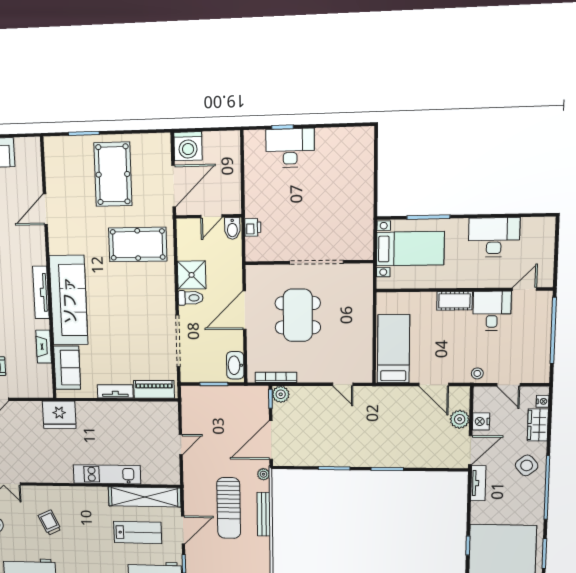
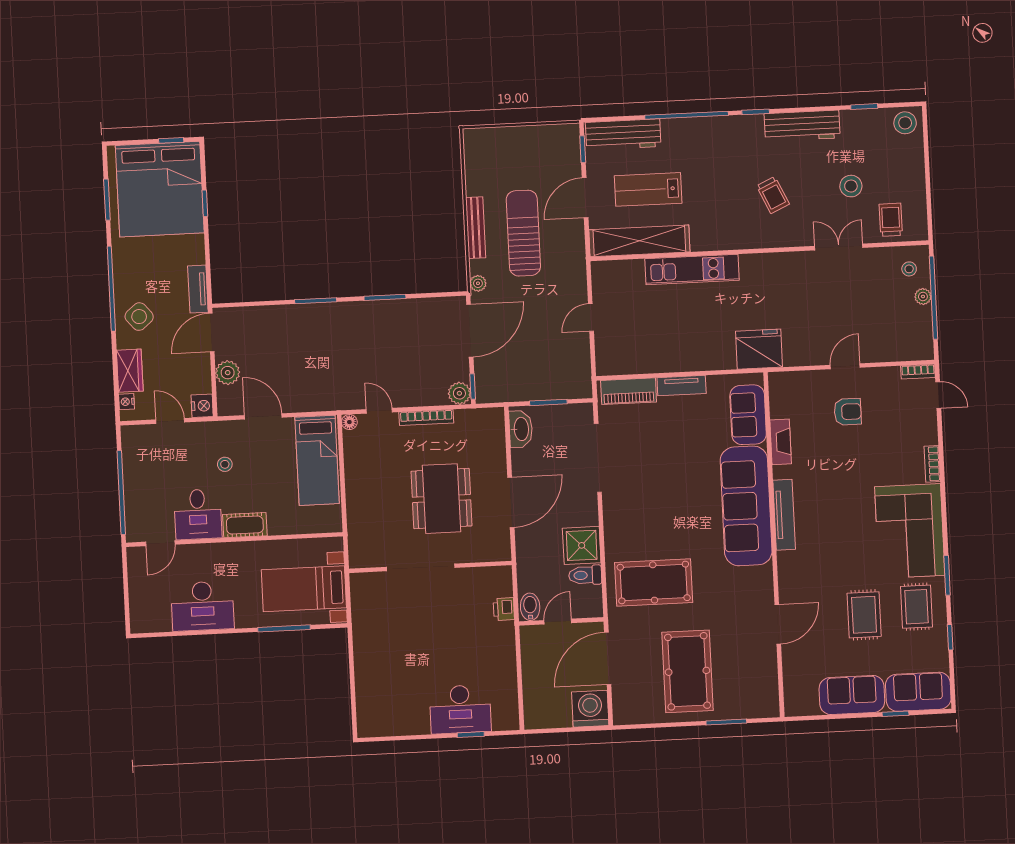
toilet: (191, 298) -> (585, 575), moved
stool: (477, 373) -> (225, 464), moved
bookcase: (276, 377) -> (426, 418), moved
floor lamp: (366, 377) -> (349, 422), added
nightstand: (481, 421) -> (202, 406), moved

